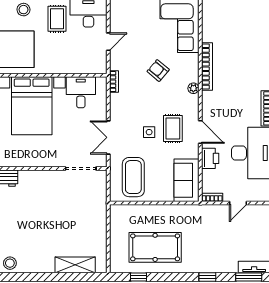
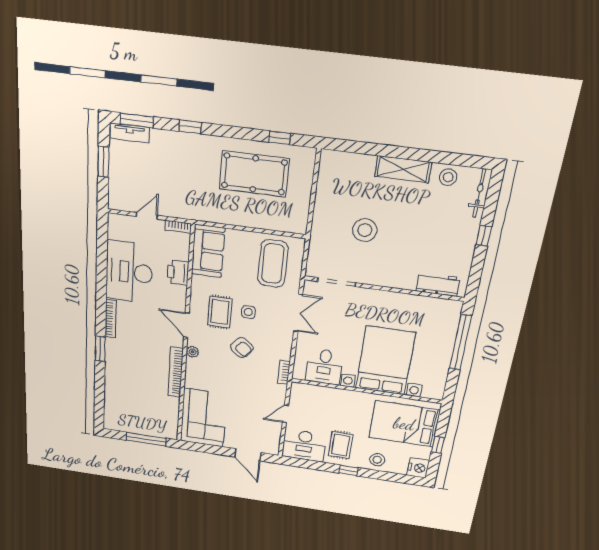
armchair: (158, 71) -> (242, 348), moved
door: (200, 132) -> (186, 325), moved
stool: (65, 214) -> (365, 230), added
shelving: (75, 265) -> (403, 169), moved

